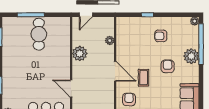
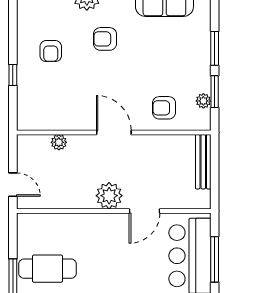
plant: (80, 53) -> (109, 196), moved
door: (115, 71) -> (114, 133), hinge flipped
coffee table: (144, 78) -> (125, 82), removed

